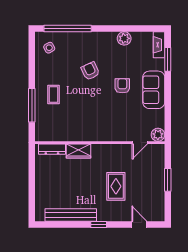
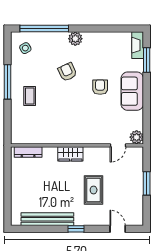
plant: (124, 38) -> (75, 39), moved
window: (32, 105) -> (7, 82), moved
wardrobe: (78, 151) -> (70, 154), moved

